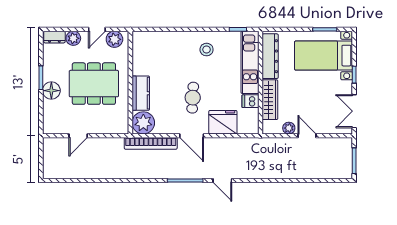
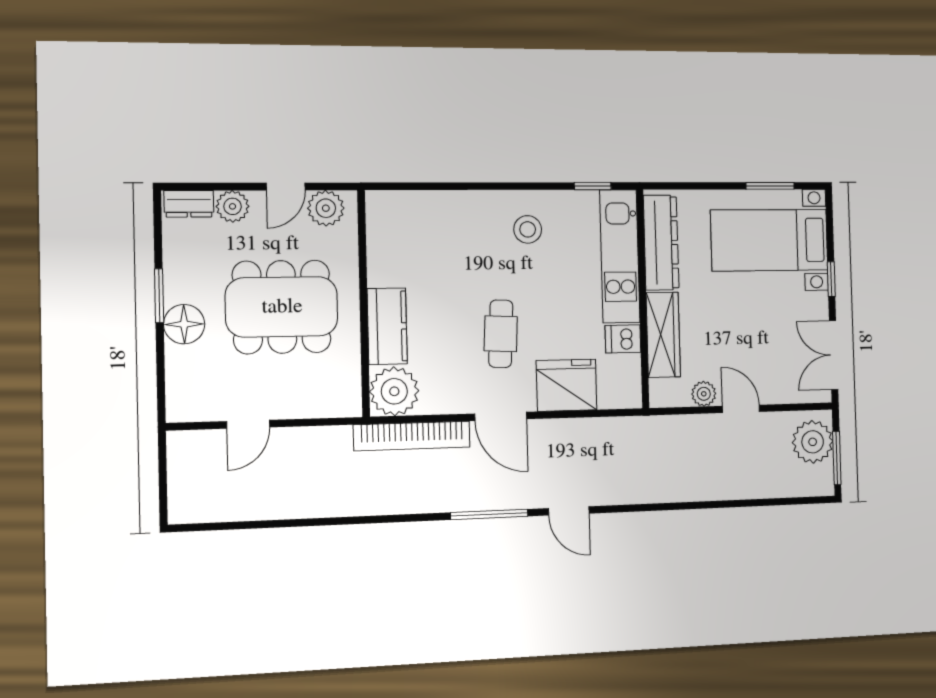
plant: (342, 153) -> (813, 442), added

